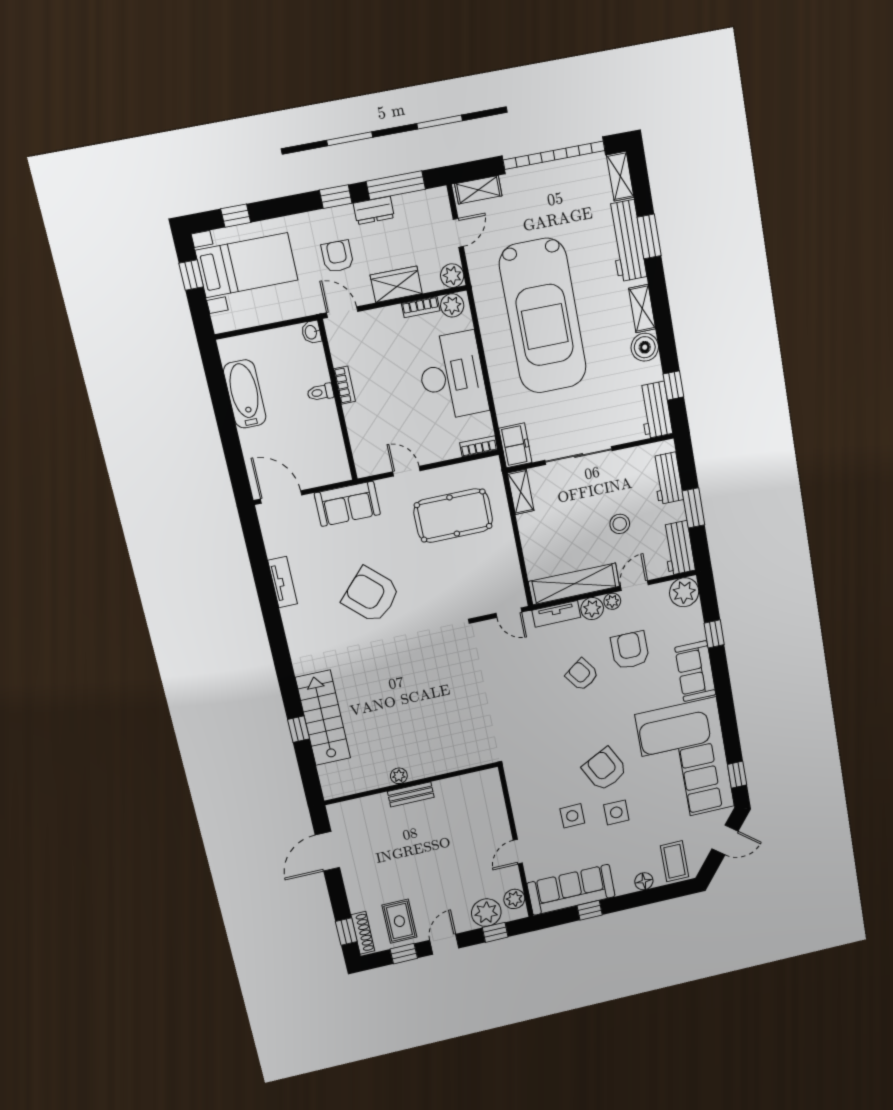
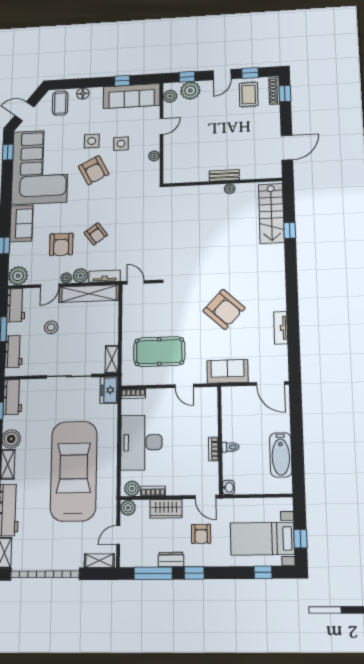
stairs: (323, 718) -> (271, 213), moved
plant: (520, 806) -> (154, 156), added

